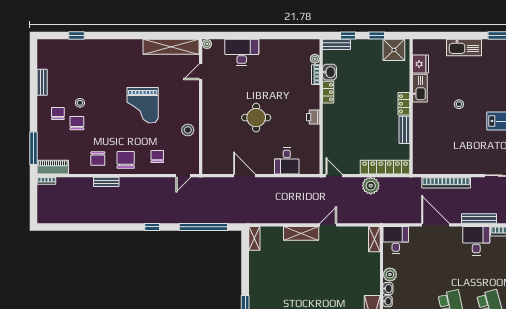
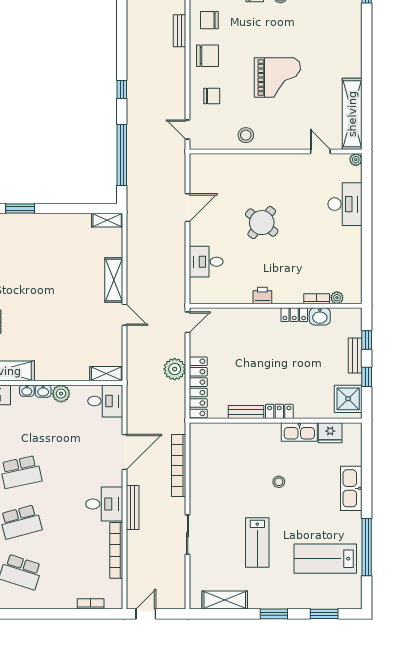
bench: (336, 44) -> (355, 356), moved
grand piano: (143, 105) -> (277, 78), turned 180
round table: (256, 118) -> (262, 223), turned 38

